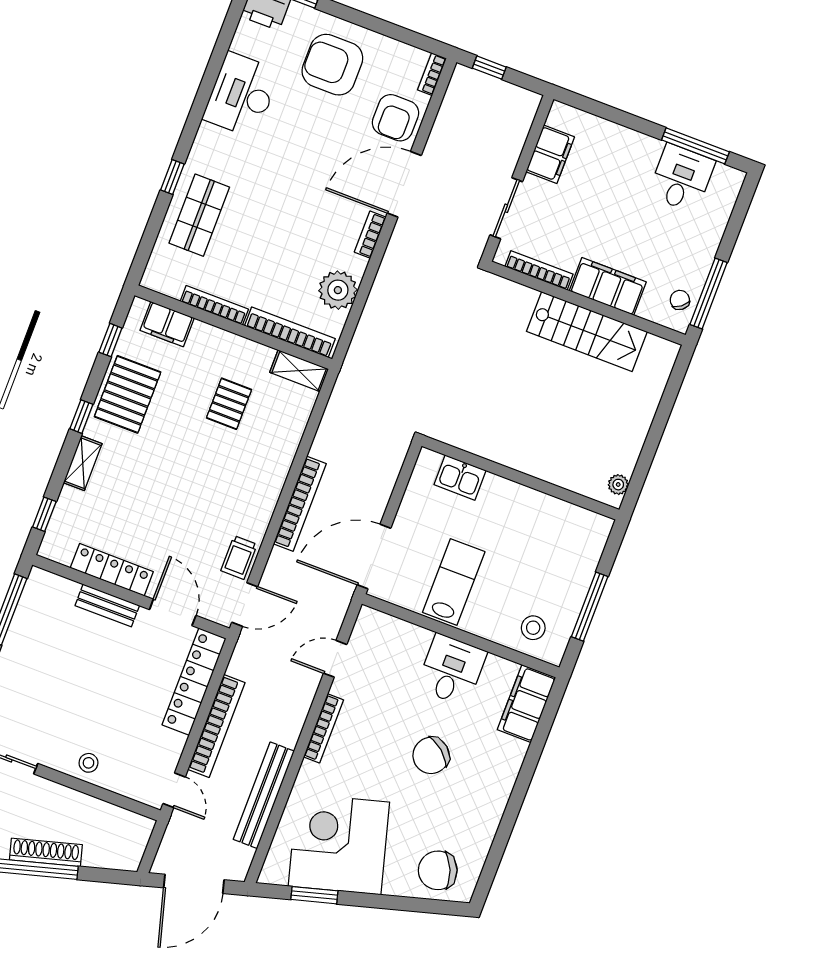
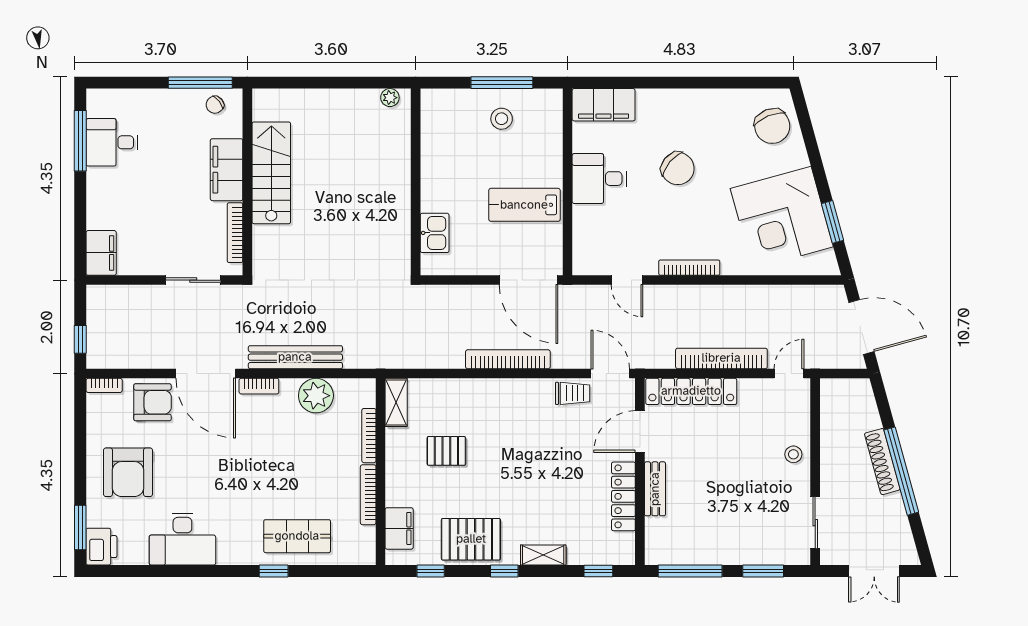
filing cabinet: (550, 154) -> (101, 253), moved, turned 90
bookcase: (290, 332) -> (369, 436), width x0.68, depth x0.76
stool: (533, 628) -> (502, 119), moved
bench: (264, 795) -> (295, 357), moved

